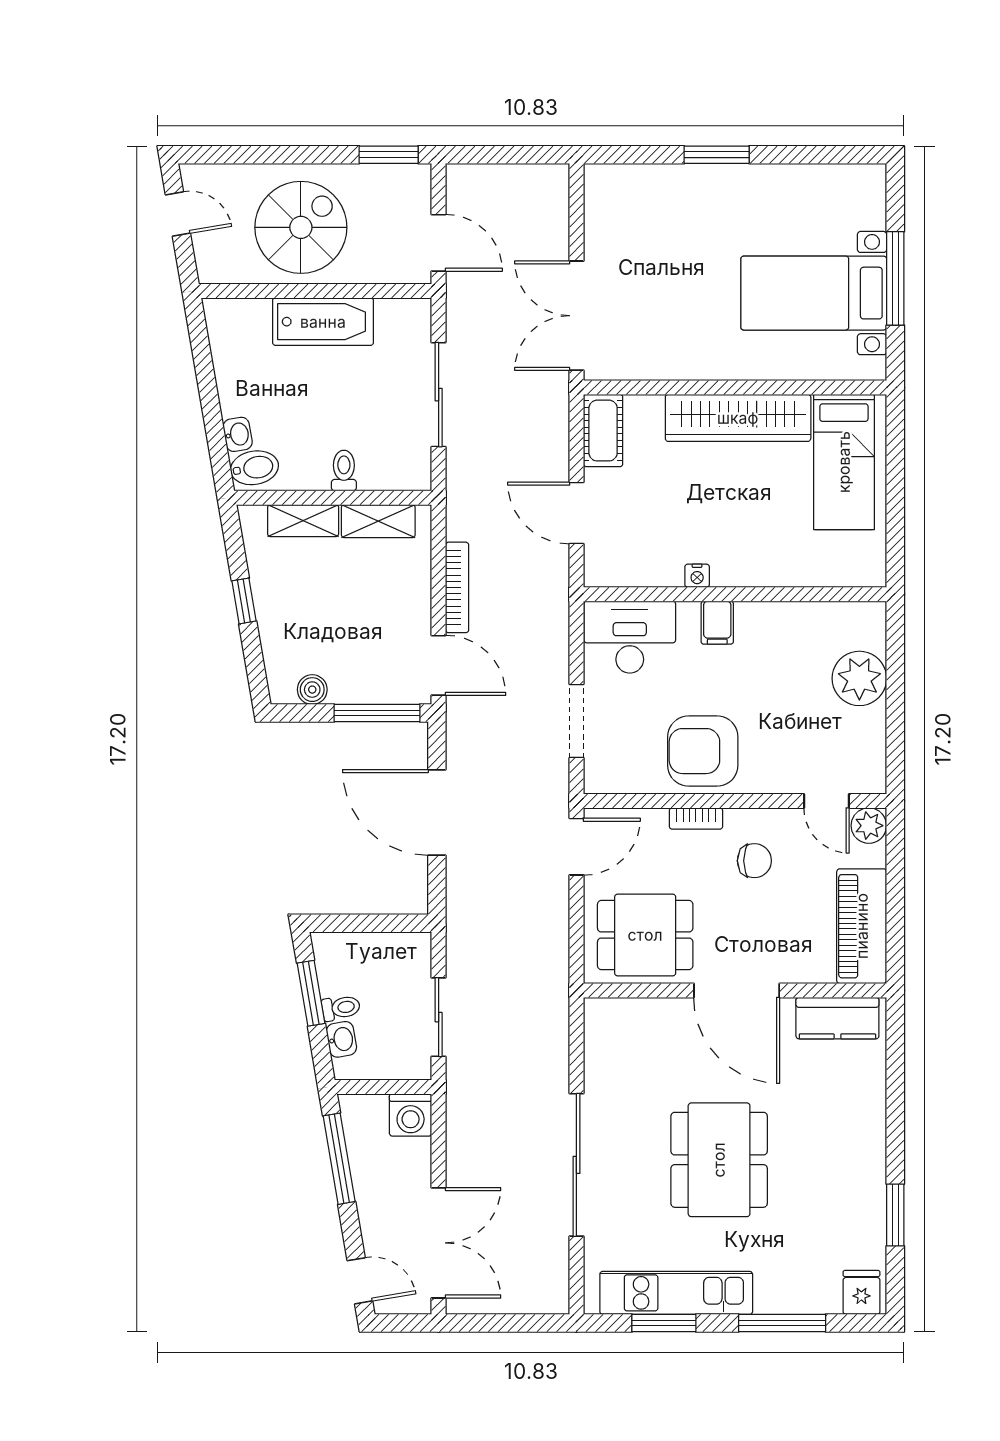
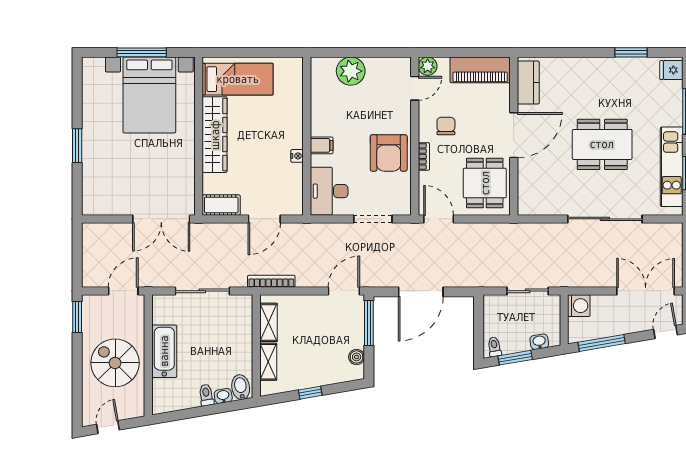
bed with nightstands: (814, 293) -> (149, 95), width x1.36
toilet: (344, 471) -> (206, 395), moved, turned 80
bookcase: (457, 587) -> (271, 281), moved
toilet: (341, 1008) -> (494, 347), moved

